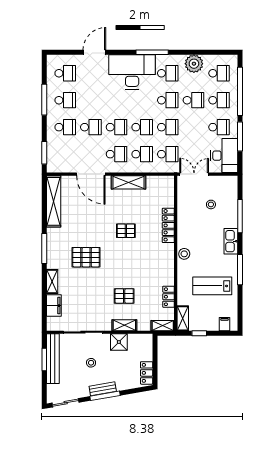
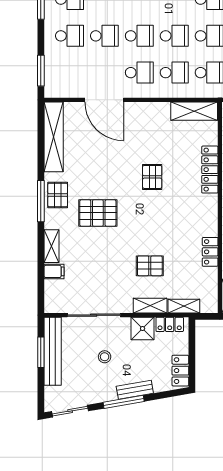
shelving: (129, 182) -> (194, 111), moved
pallet: (126, 231) -> (152, 177), turned 90
pallet: (57, 244) -> (58, 195), added
locker: (169, 297) -> (210, 252), moved
filing cabinet: (54, 306) -> (54, 271), width x0.50
shelving: (163, 326) -> (184, 306), moved
locker: (139, 339) -> (170, 324), added
bench: (103, 389) -> (135, 390), moved

